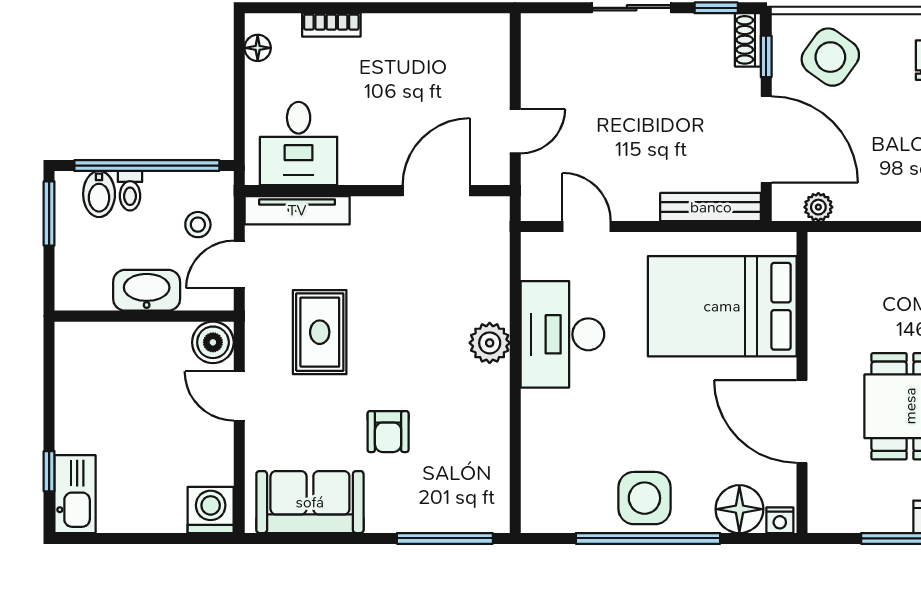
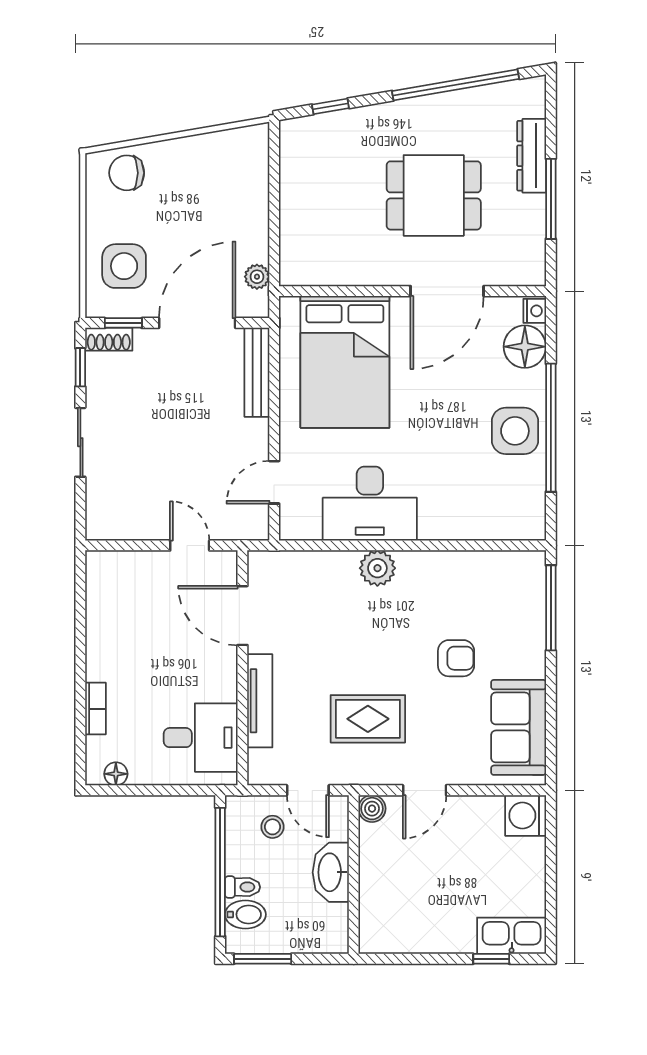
side table: (830, 57) -> (124, 266), turned -36
tv unit: (297, 210) -> (260, 701), moved
boiler: (213, 342) -> (372, 809), width x0.73, depth x0.73

